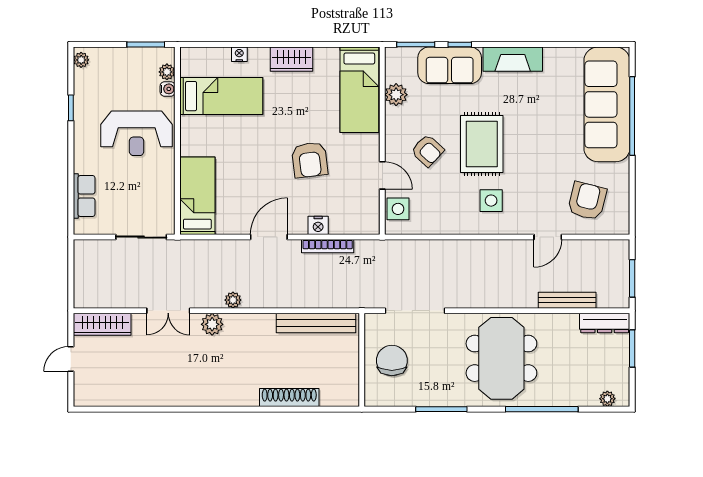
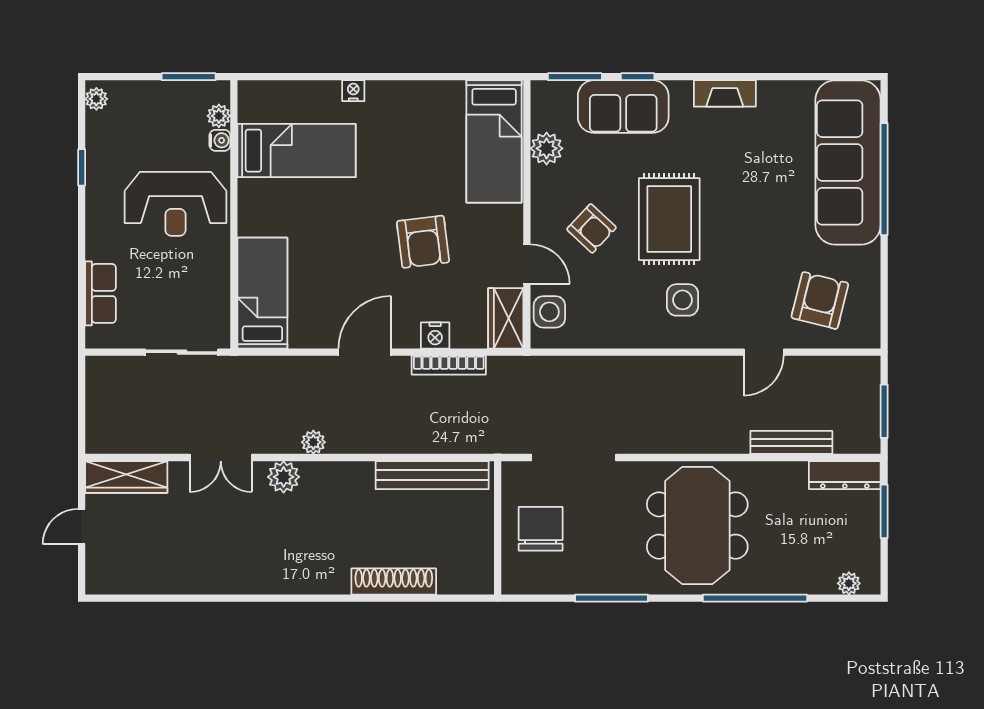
nightstand: (239, 54) -> (353, 91), moved
wardrobe: (291, 59) -> (506, 318), moved, turned 90
fireplace: (513, 59) -> (725, 93), width x0.73, depth x0.76

